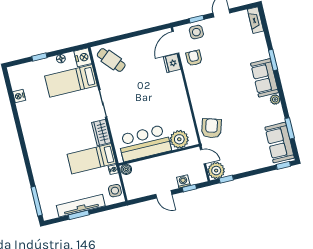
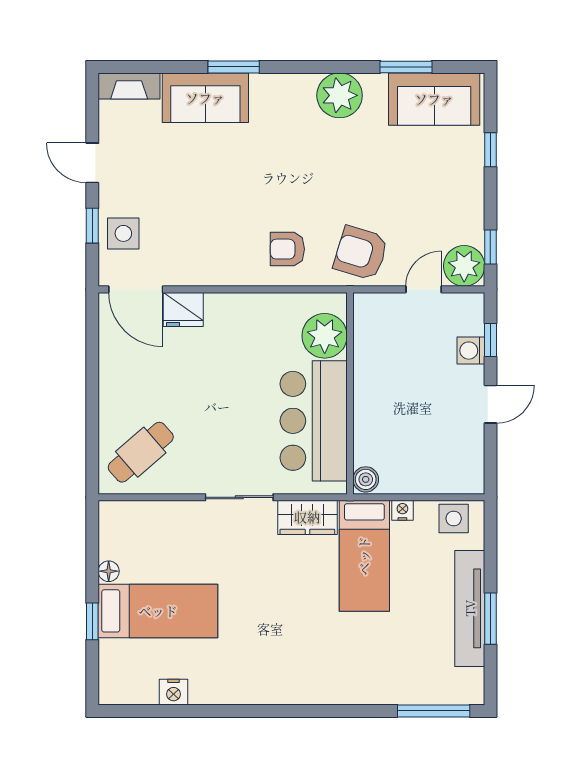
nightstand: (83, 57) -> (118, 518), removed
armchair: (194, 58) -> (287, 249), moved
sofa: (265, 78) -> (205, 98), moved
bed: (71, 81) -> (158, 611), moved, turned -90
plant: (275, 99) -> (340, 95), width x1.87, depth x1.87
plant: (179, 139) -> (325, 336), moved
bar counter: (144, 143) -> (314, 421), moved
wall: (159, 155) -> (350, 393), moved
window: (283, 165) -> (490, 150), moved
boiler: (126, 169) -> (366, 479), moved

